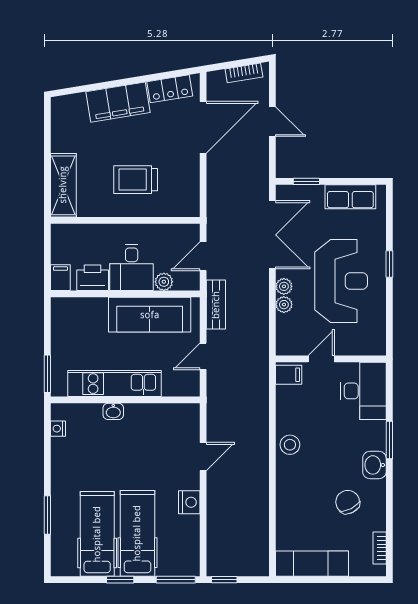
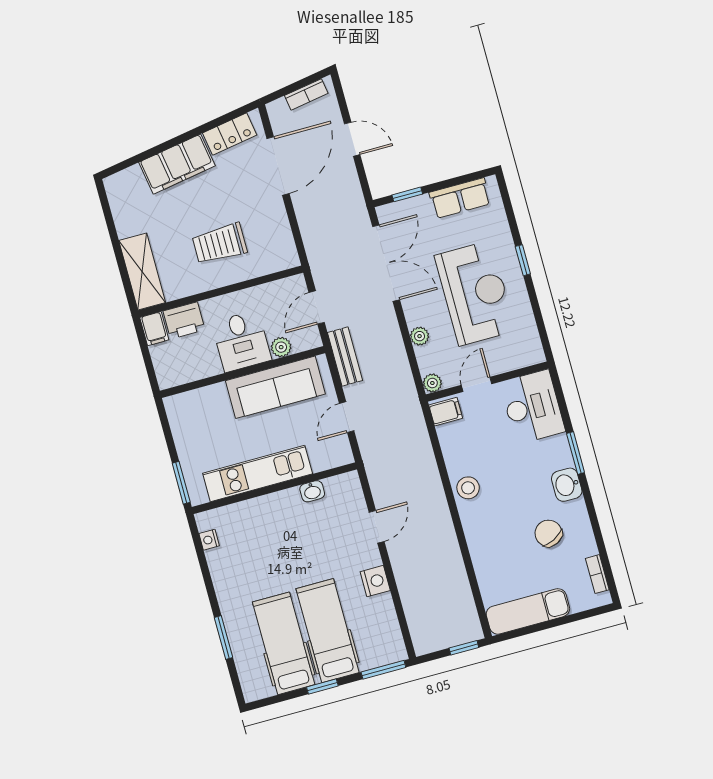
filing cabinet: (60, 278) -> (154, 329), moved, turned 180
printer: (93, 278) -> (184, 320), moved, turned 180
plant: (284, 286) -> (432, 383), moved
washbasin: (113, 411) -> (312, 491), moved
window: (224, 580) -> (464, 648), moved

